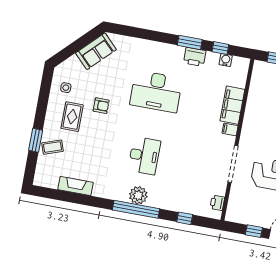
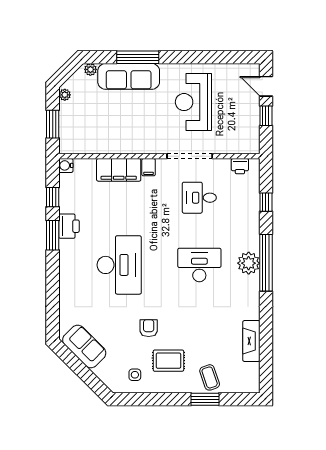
water cooler: (226, 60) -> (66, 165), moved
desk: (198, 166) -> (199, 198), added

